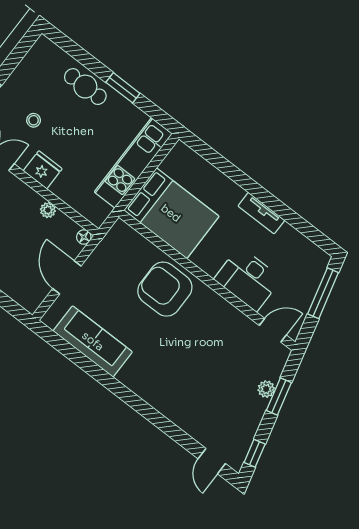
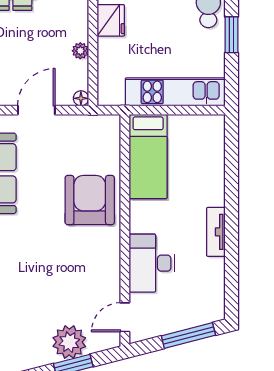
bed: (171, 213) -> (148, 157), width x0.67
door: (273, 330) -> (125, 317), swing flipped
plant: (266, 389) -> (69, 342), width x1.88, depth x1.88

